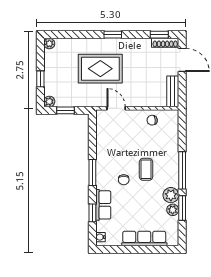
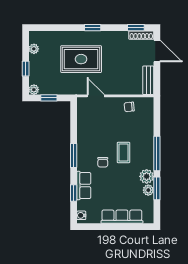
plant: (49, 44) -> (34, 49), moved

